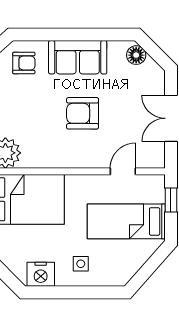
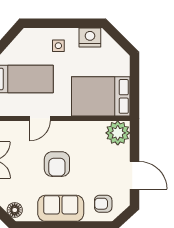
armchair: (83, 113) -> (57, 164), turned 90
door: (123, 171) -> (40, 118), moved

